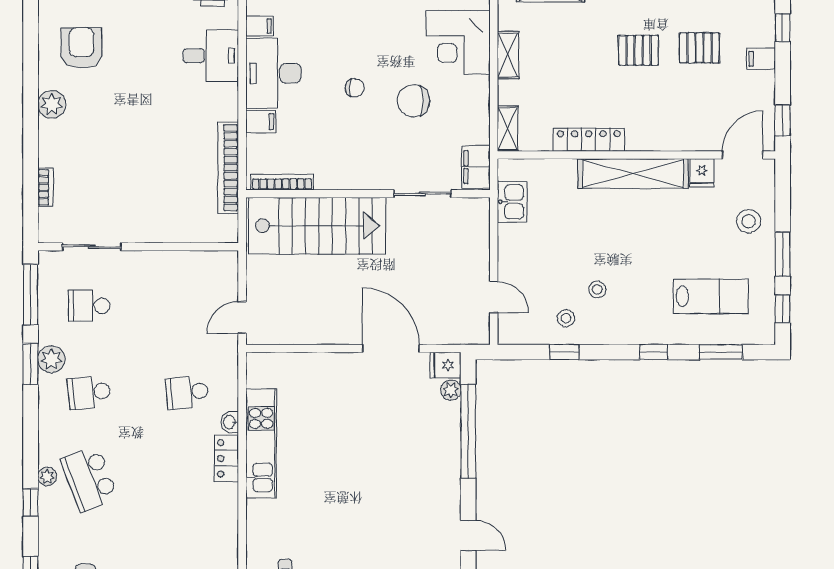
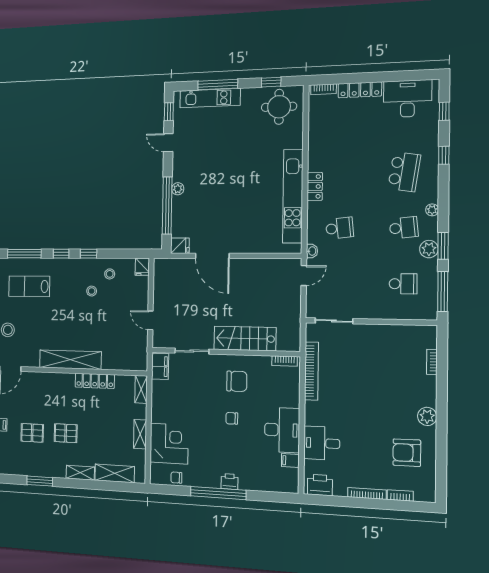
armchair: (81, 48) -> (407, 453), turned 90
chair: (413, 101) -> (237, 381), moved
filing cabinet: (261, 122) -> (290, 400), removed
fridge: (702, 173) -> (142, 267), moved, turned 180
bookcase: (282, 182) -> (285, 361), width x0.64
kitchen sink: (512, 202) -> (139, 345), removed
stairs: (317, 226) -> (245, 338), width x0.73, depth x0.66
sliding door: (92, 247) -> (334, 321), moved
door: (494, 297) -> (150, 320), moved
window: (564, 352) -> (89, 254), moved
window: (721, 352) -> (24, 254), width x1.44
plant: (451, 390) -> (178, 189), moved
washbasin: (230, 422) -> (312, 251), moved
kitchen unit: (261, 444) -> (293, 196), width x1.36
plant: (47, 477) -> (432, 210), moved
school desk: (89, 479) -> (404, 172), turned 30

